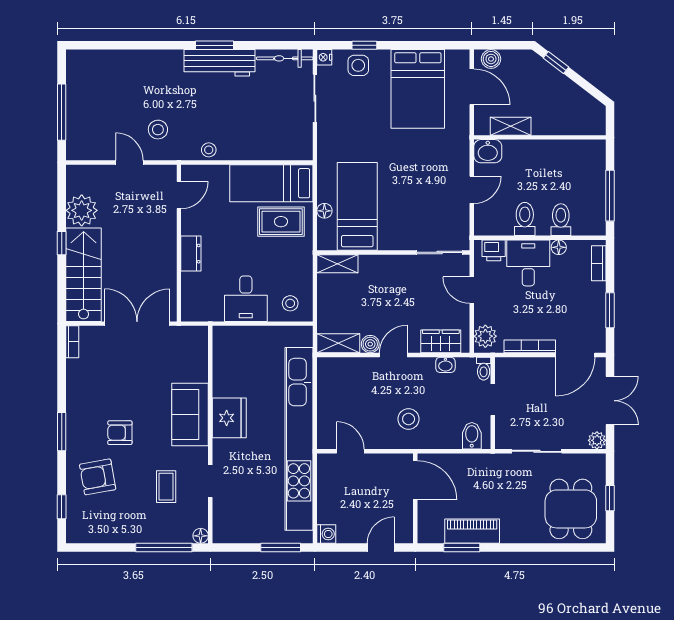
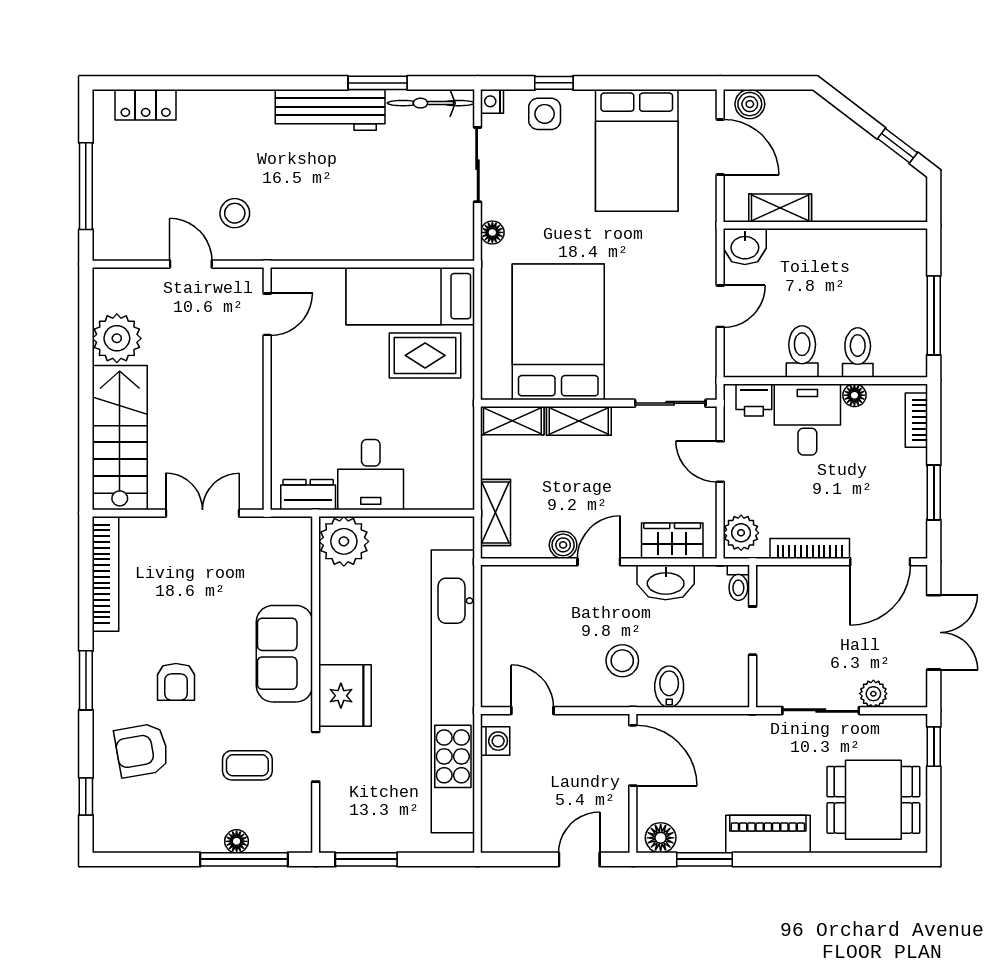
window: (214, 45) -> (378, 83), moved
locker: (100, 59) -> (146, 105), added
window: (556, 63) -> (897, 146), moved
stool: (209, 150) -> (313, 245), removed
bed: (357, 206) -> (558, 332), width x1.50
floor lamp: (324, 211) -> (492, 232), moved
window: (62, 243) -> (86, 389), removed
dresser: (191, 254) -> (308, 495), moved, turned -90
shelving: (380, 264) -> (579, 421), added
stool: (290, 303) -> (439, 482), removed
double door: (137, 324) -> (203, 513), width x0.73
bookcase: (72, 342) -> (105, 574), width x2.31, depth x1.31
plant: (228, 342) -> (344, 541), added
shelving: (338, 343) -> (496, 513), moved, turned 90
washbasin: (445, 365) -> (666, 582), width x1.91, depth x1.45
fridge: (229, 418) -> (345, 696), moved
armchair: (120, 433) -> (176, 682), turned -90
bidet: (472, 436) -> (669, 687), moved
plant: (597, 440) -> (873, 694), moved
coffee table: (166, 487) -> (247, 765), turned 90
window: (610, 498) -> (934, 747), moved
dining table: (571, 509) -> (873, 800), turned 90
piano: (472, 531) -> (768, 834), moved
washing machine: (326, 534) -> (495, 741), moved
floor lamp: (433, 534) -> (661, 838), added
floor lamp: (201, 536) -> (237, 841), moved
window: (281, 548) -> (366, 859), moved

